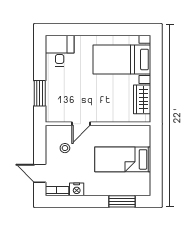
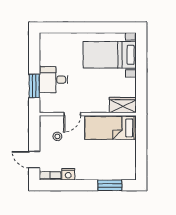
desk: (60, 51) -> (54, 80), moved, turned -90
wardrobe: (142, 99) -> (123, 105), moved, turned 90
bed: (123, 159) -> (111, 128), moved

